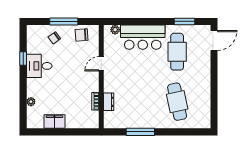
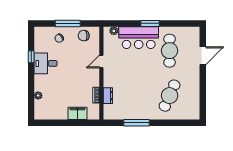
window: (184, 21) -> (150, 23), moved
door: (214, 40) -> (203, 56), moved
cafe table: (177, 102) -> (170, 96), turned 36
filing cabinet: (54, 122) -> (77, 113), moved

